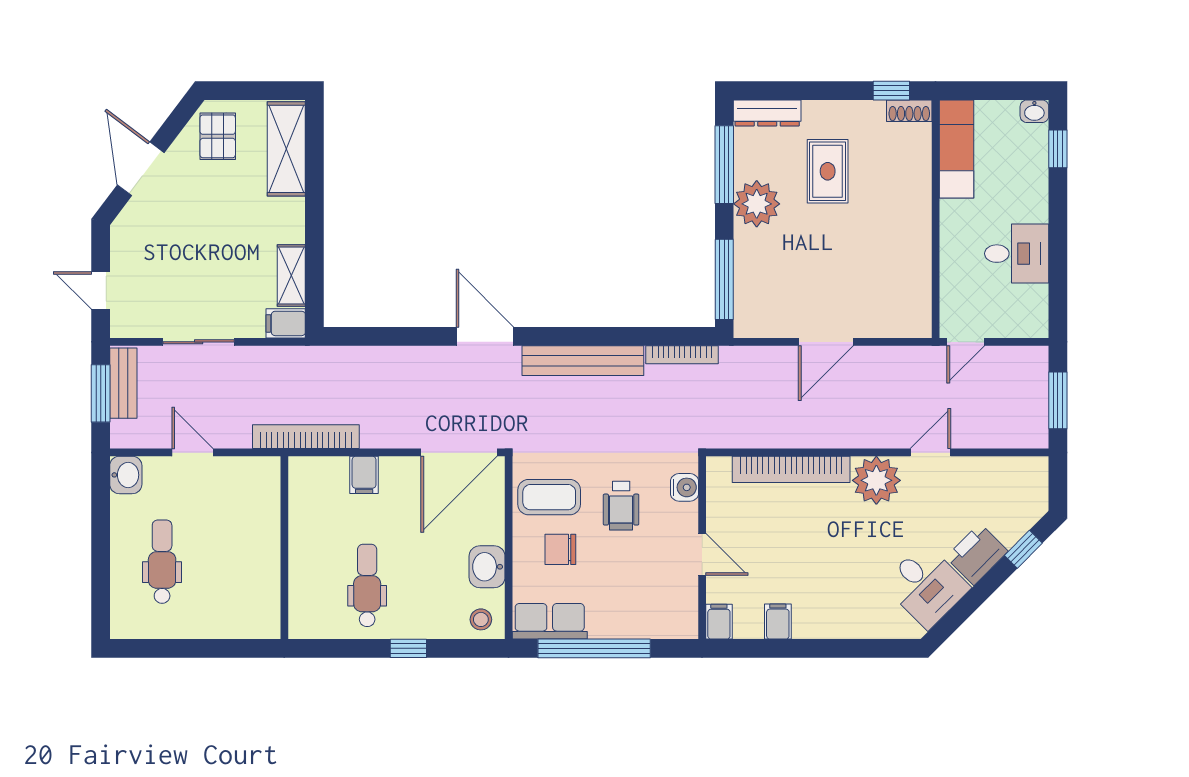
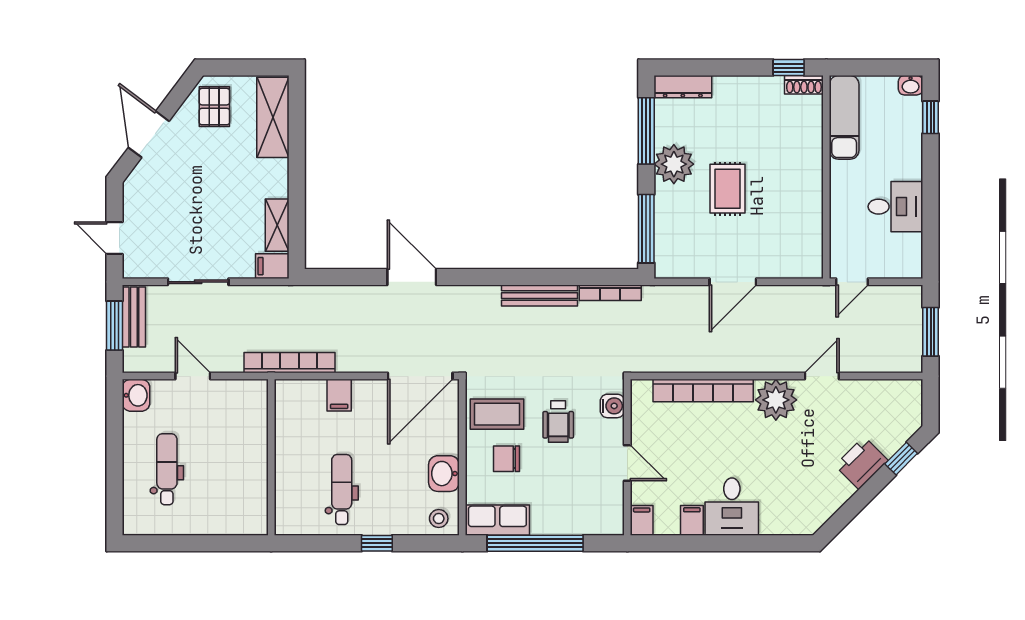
rug: (828, 171) -> (728, 189), moved
door: (485, 336) -> (412, 277), moved
bench: (583, 361) -> (539, 296), width x0.73, depth x0.82
desk: (926, 586) -> (732, 507), moved, turned 45

